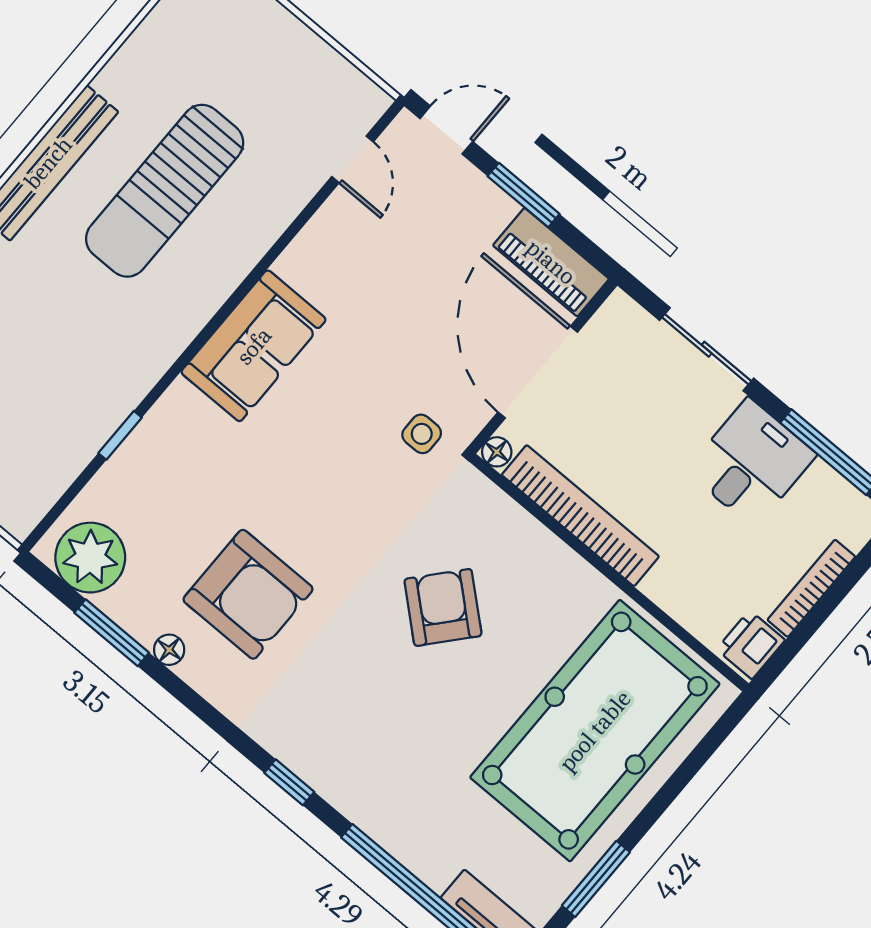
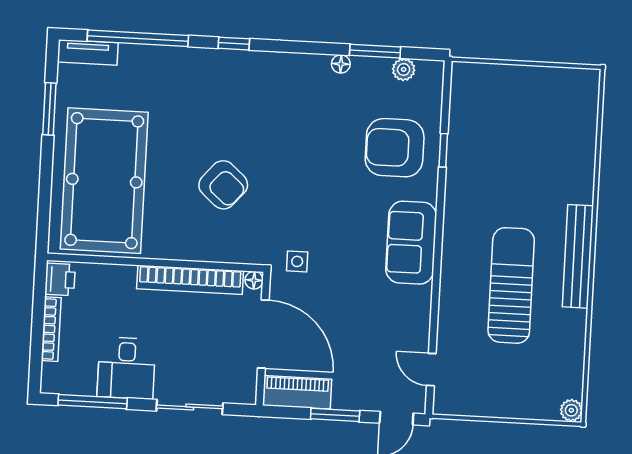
plant: (90, 558) -> (404, 69), width x0.53, depth x0.53
armchair: (248, 594) -> (395, 148), moved

